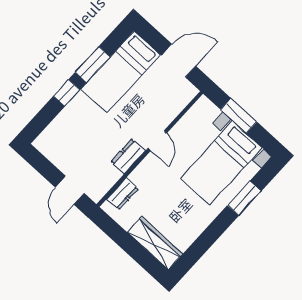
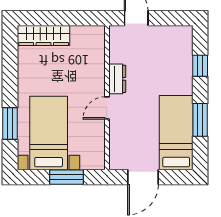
window: (67, 93) -> (200, 66), moved
door: (157, 141) -> (107, 108), hinge flipped
dresser: (123, 194) -> (97, 49), removed

